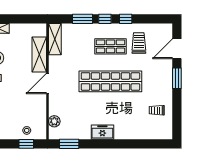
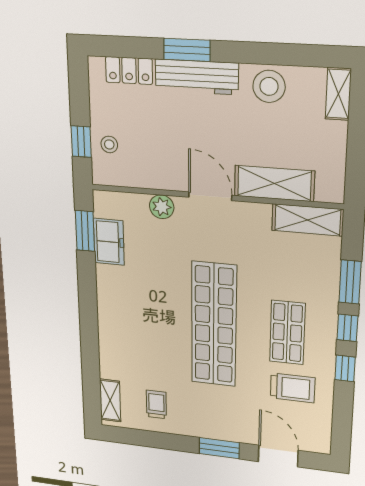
plant: (54, 121) -> (162, 207), moved
freezer: (102, 132) -> (109, 242), moved
shelving: (158, 134) -> (110, 400), added

